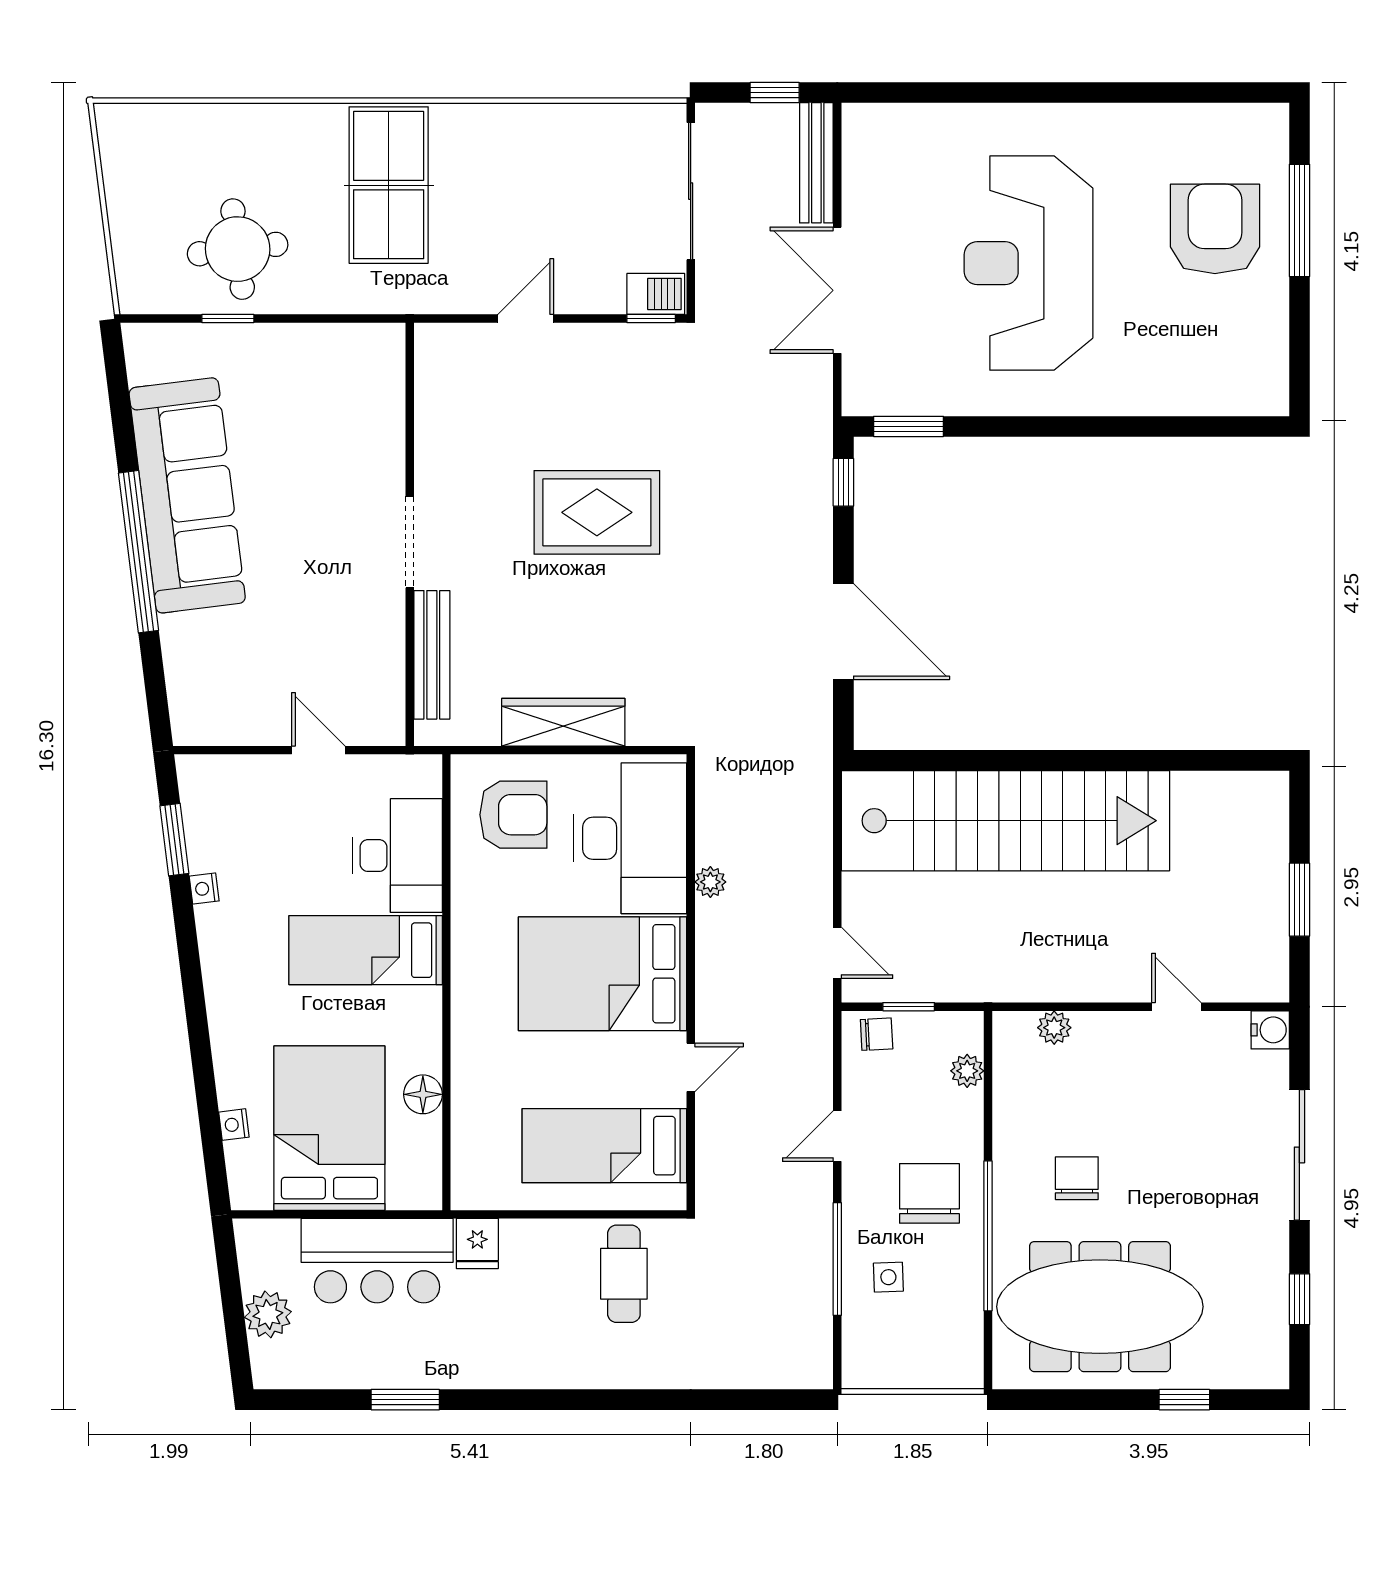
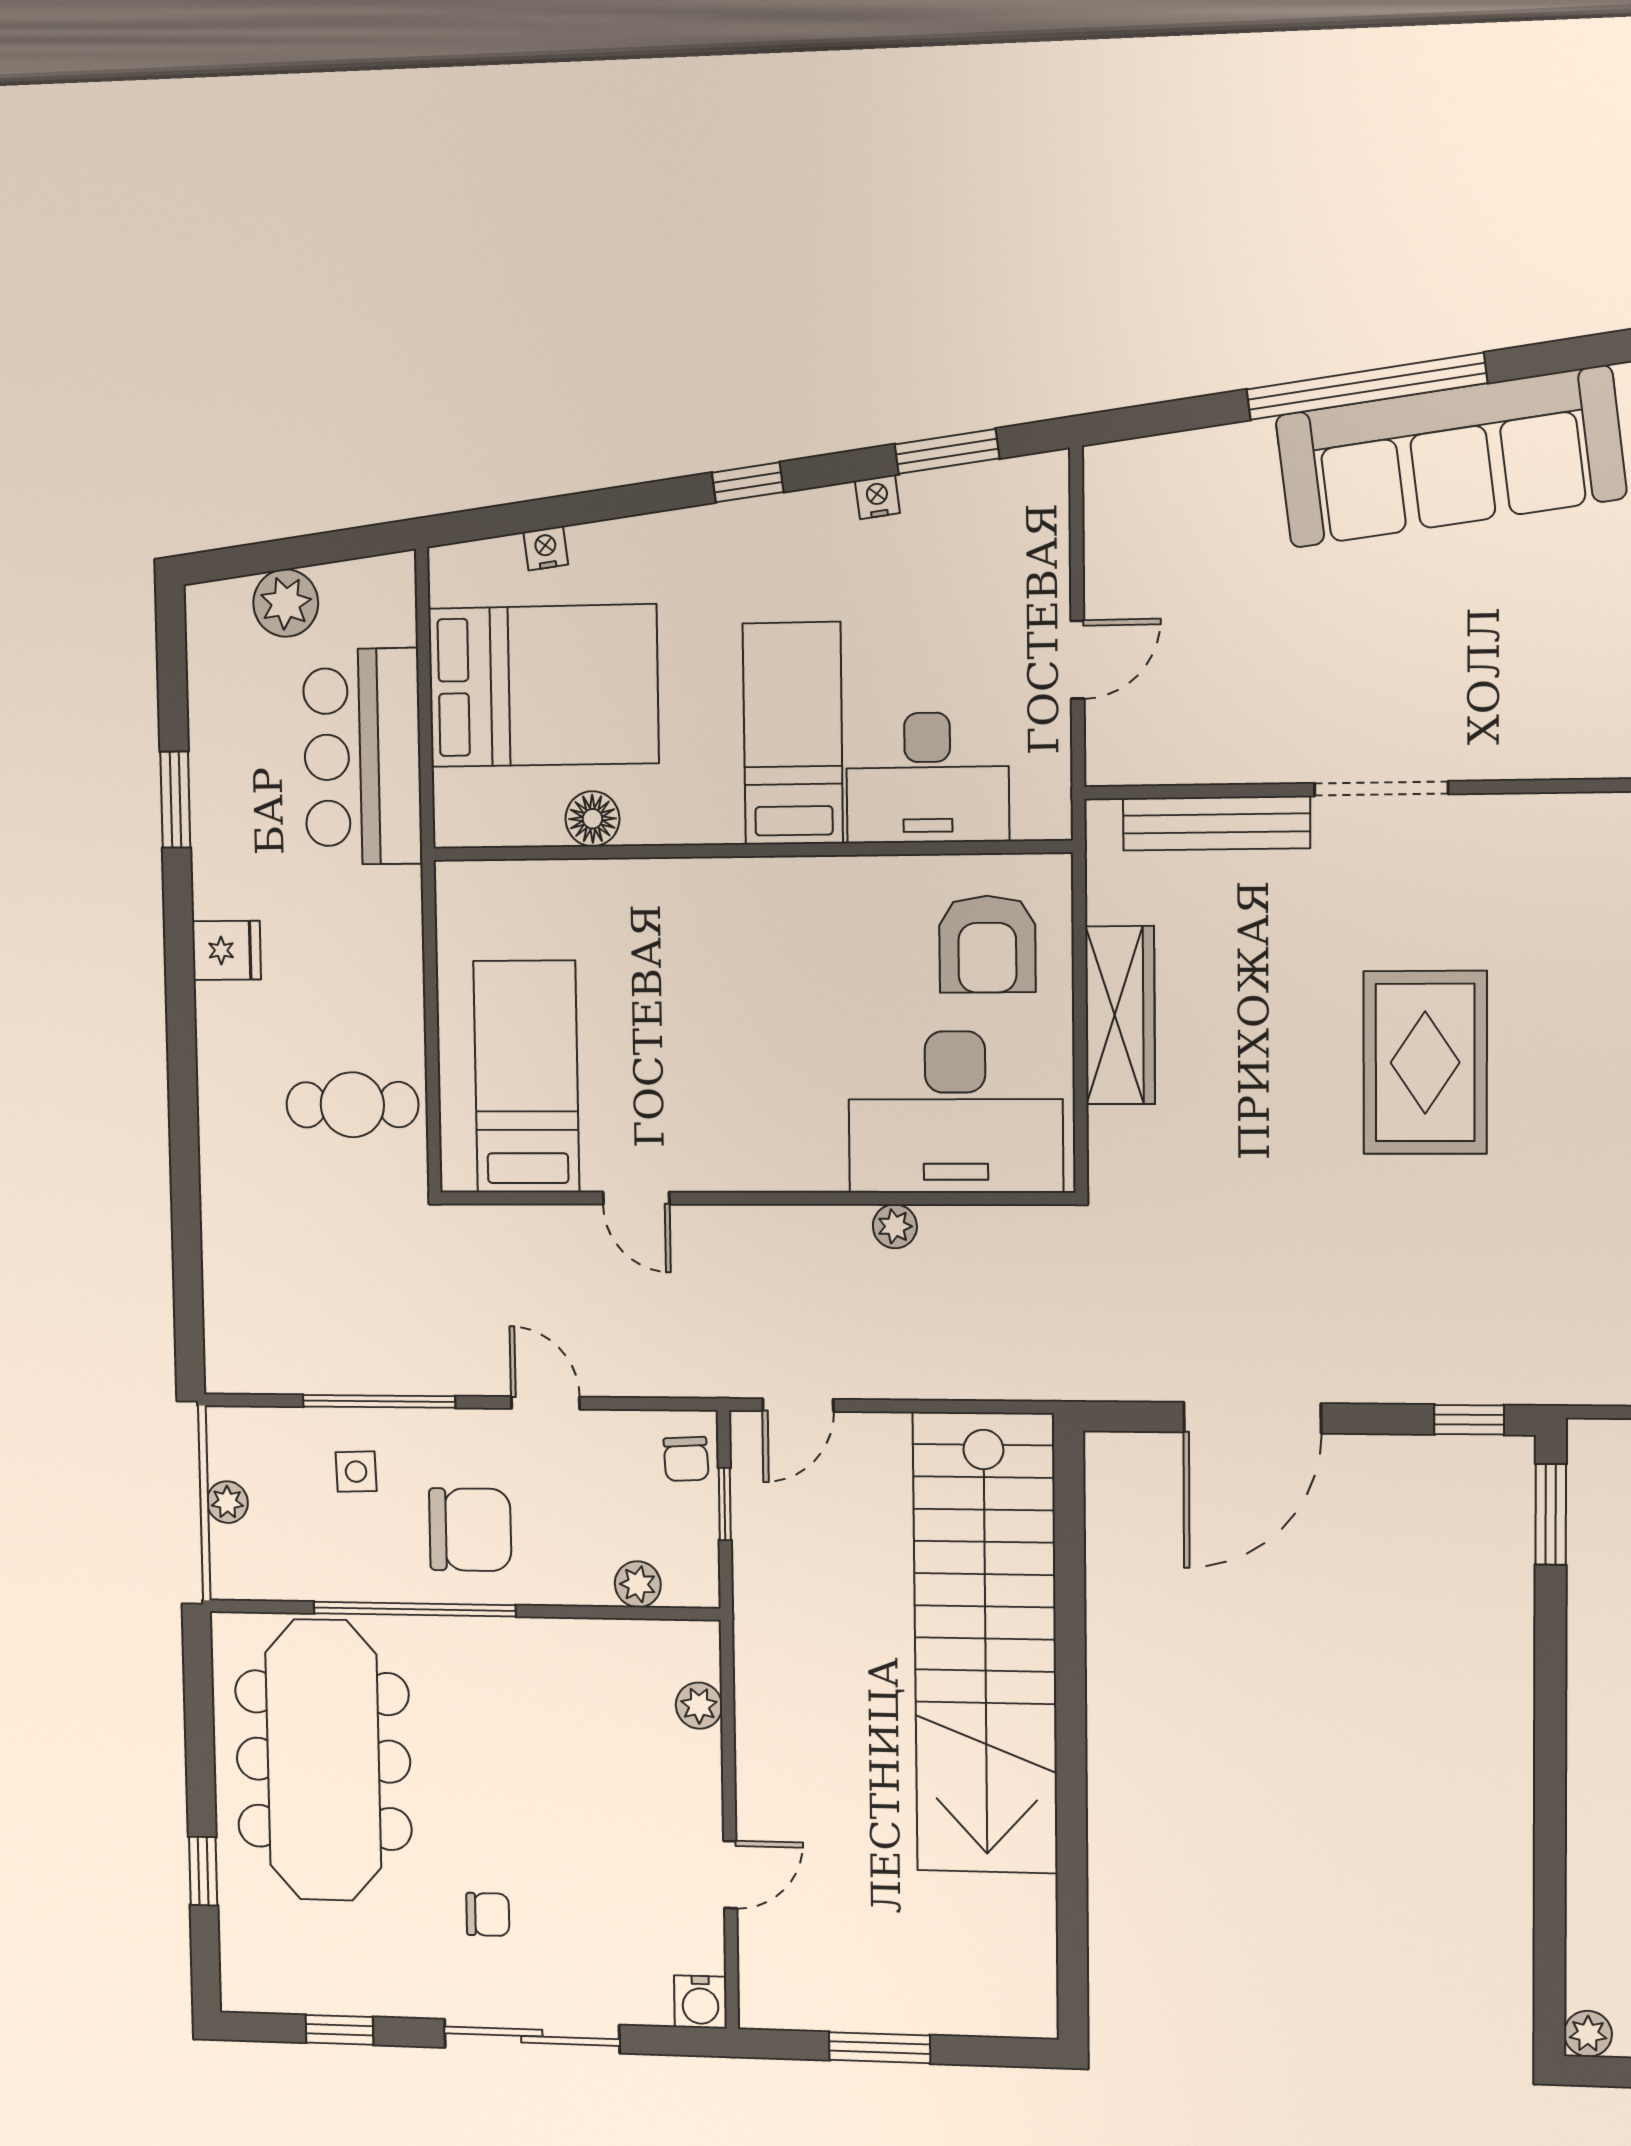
plant: (1273, 400) -> (1588, 2034), added
bed: (602, 974) -> (764, 1073), removed
window: (192, 980) -> (748, 482), added
chair: (1077, 1178) -> (488, 1914), moved, width x0.73, depth x0.73
fridge: (477, 1243) -> (227, 950), moved, turned 180
plant: (912, 1374) -> (227, 1502), added

